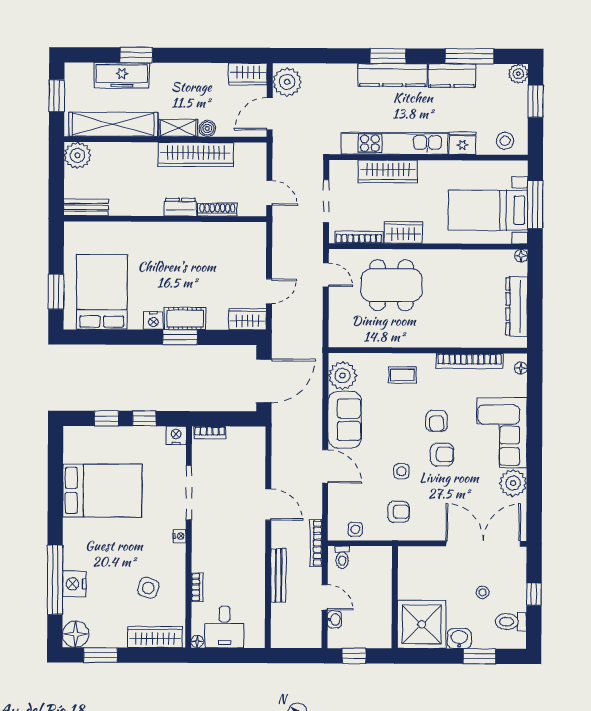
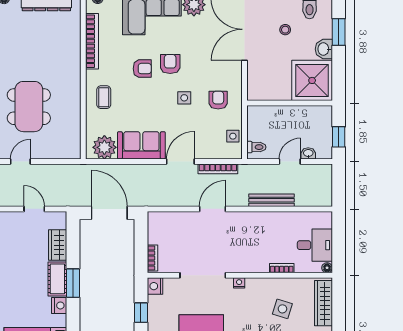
wardrobe: (247, 319) -> (58, 245), moved
bookcase: (316, 543) -> (218, 169), moved

